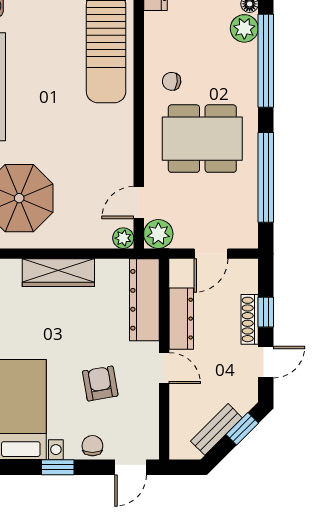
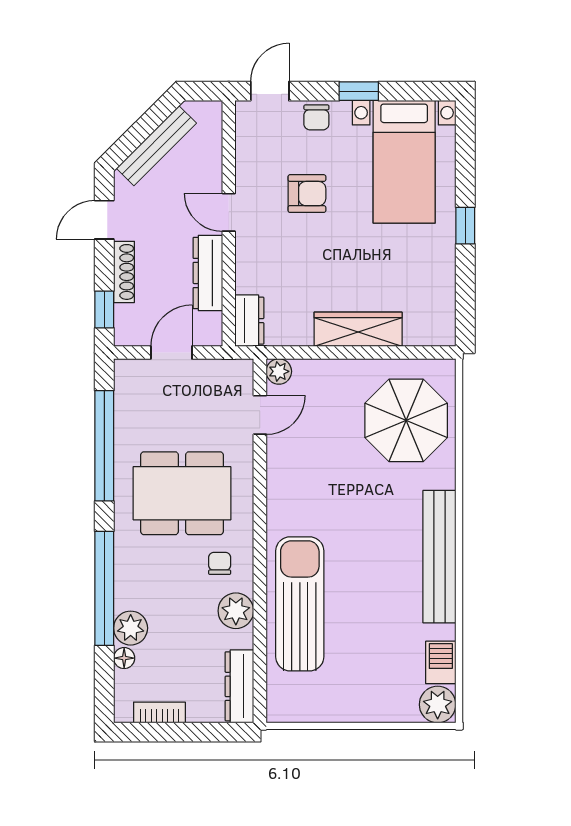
chair: (172, 81) -> (220, 563), turned -97
plant: (158, 234) -> (236, 611), moved
dresser: (144, 300) -> (249, 321), width x0.51, depth x0.80
window: (266, 312) -> (104, 309), moved
armchair: (100, 383) -> (307, 194), turned -80
bench: (216, 429) -> (156, 146), width x1.36
window: (242, 429) -> (133, 138), removed

